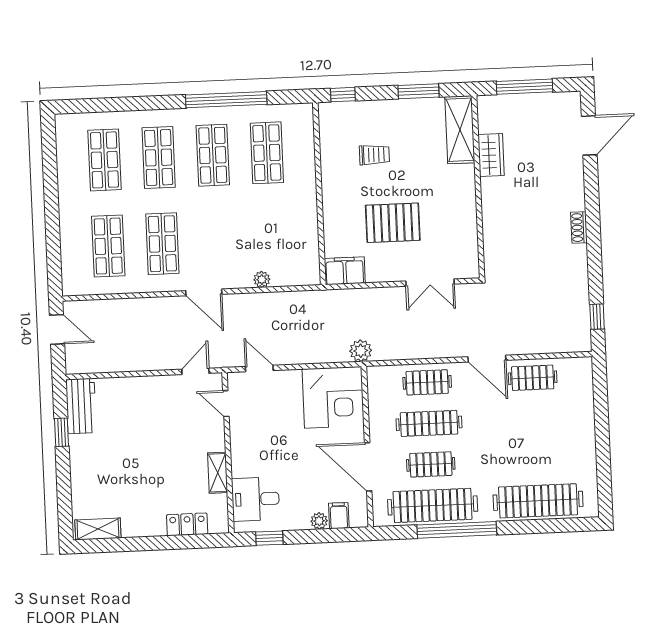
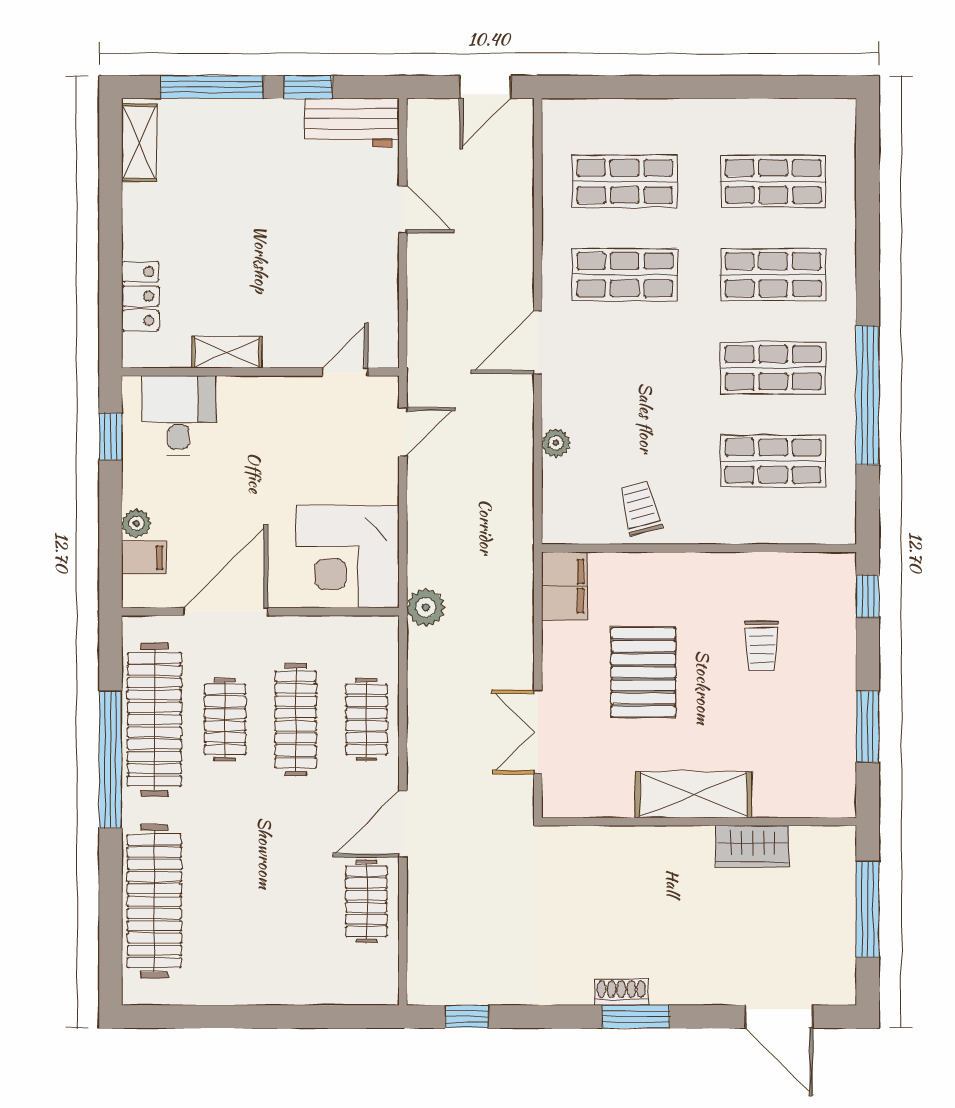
shelving: (460, 130) -> (693, 795), moved
window: (593, 218) -> (636, 1017), added
trolley: (297, 229) -> (640, 508), added
door: (195, 371) -> (403, 209), moved
window: (64, 488) -> (212, 87), added

